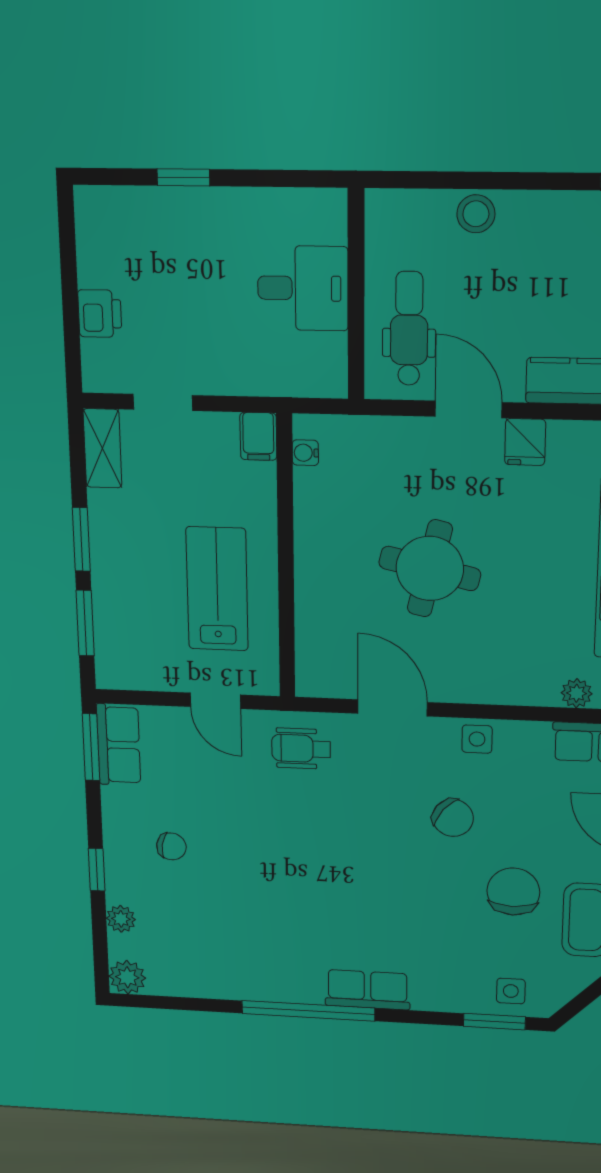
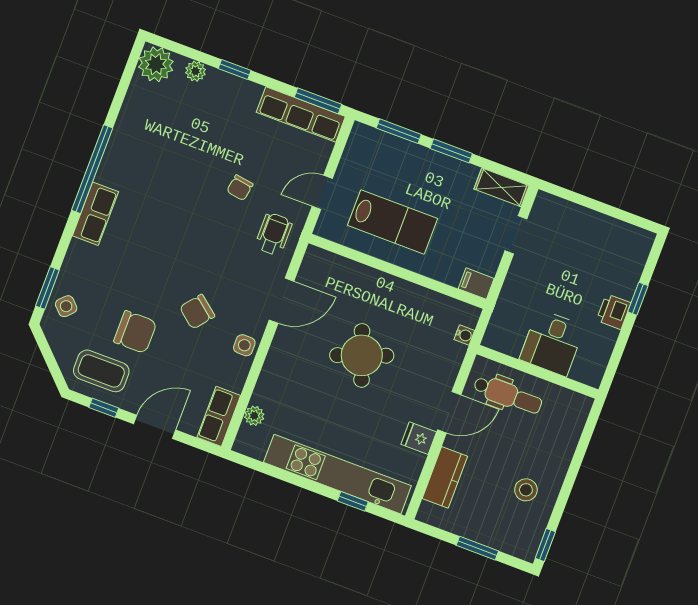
stool: (476, 214) -> (526, 490), moved
printer: (100, 314) -> (614, 312), moved, turned 90
water cooler: (305, 453) -> (464, 335), moved, turned 90
round table: (430, 568) -> (362, 355), turned -33
row of seats: (119, 745) -> (301, 114), width x1.48
chair: (171, 846) -> (240, 188), moved
plant: (127, 977) -> (156, 64), width x1.36, depth x1.36
side table: (511, 991) -> (66, 306), turned 45

